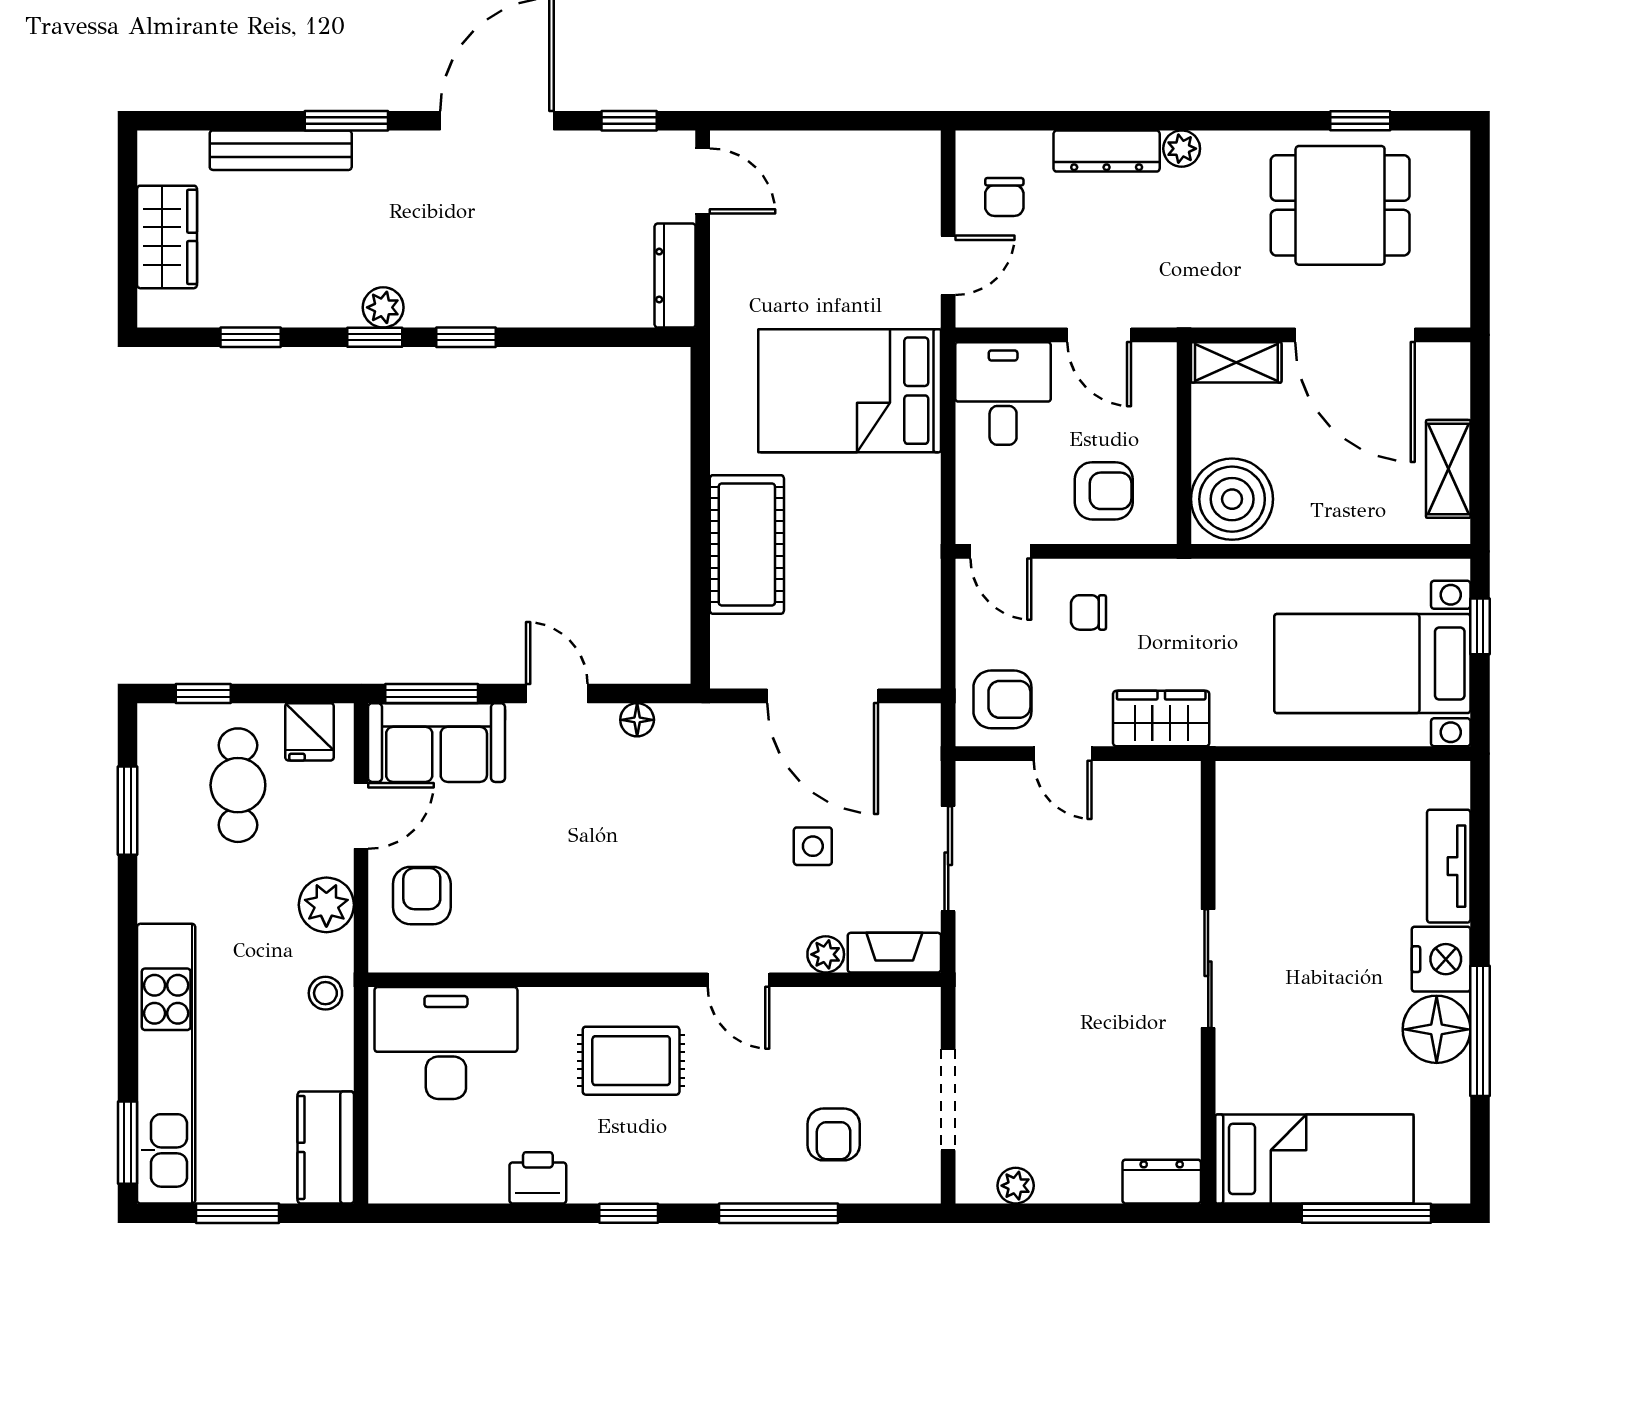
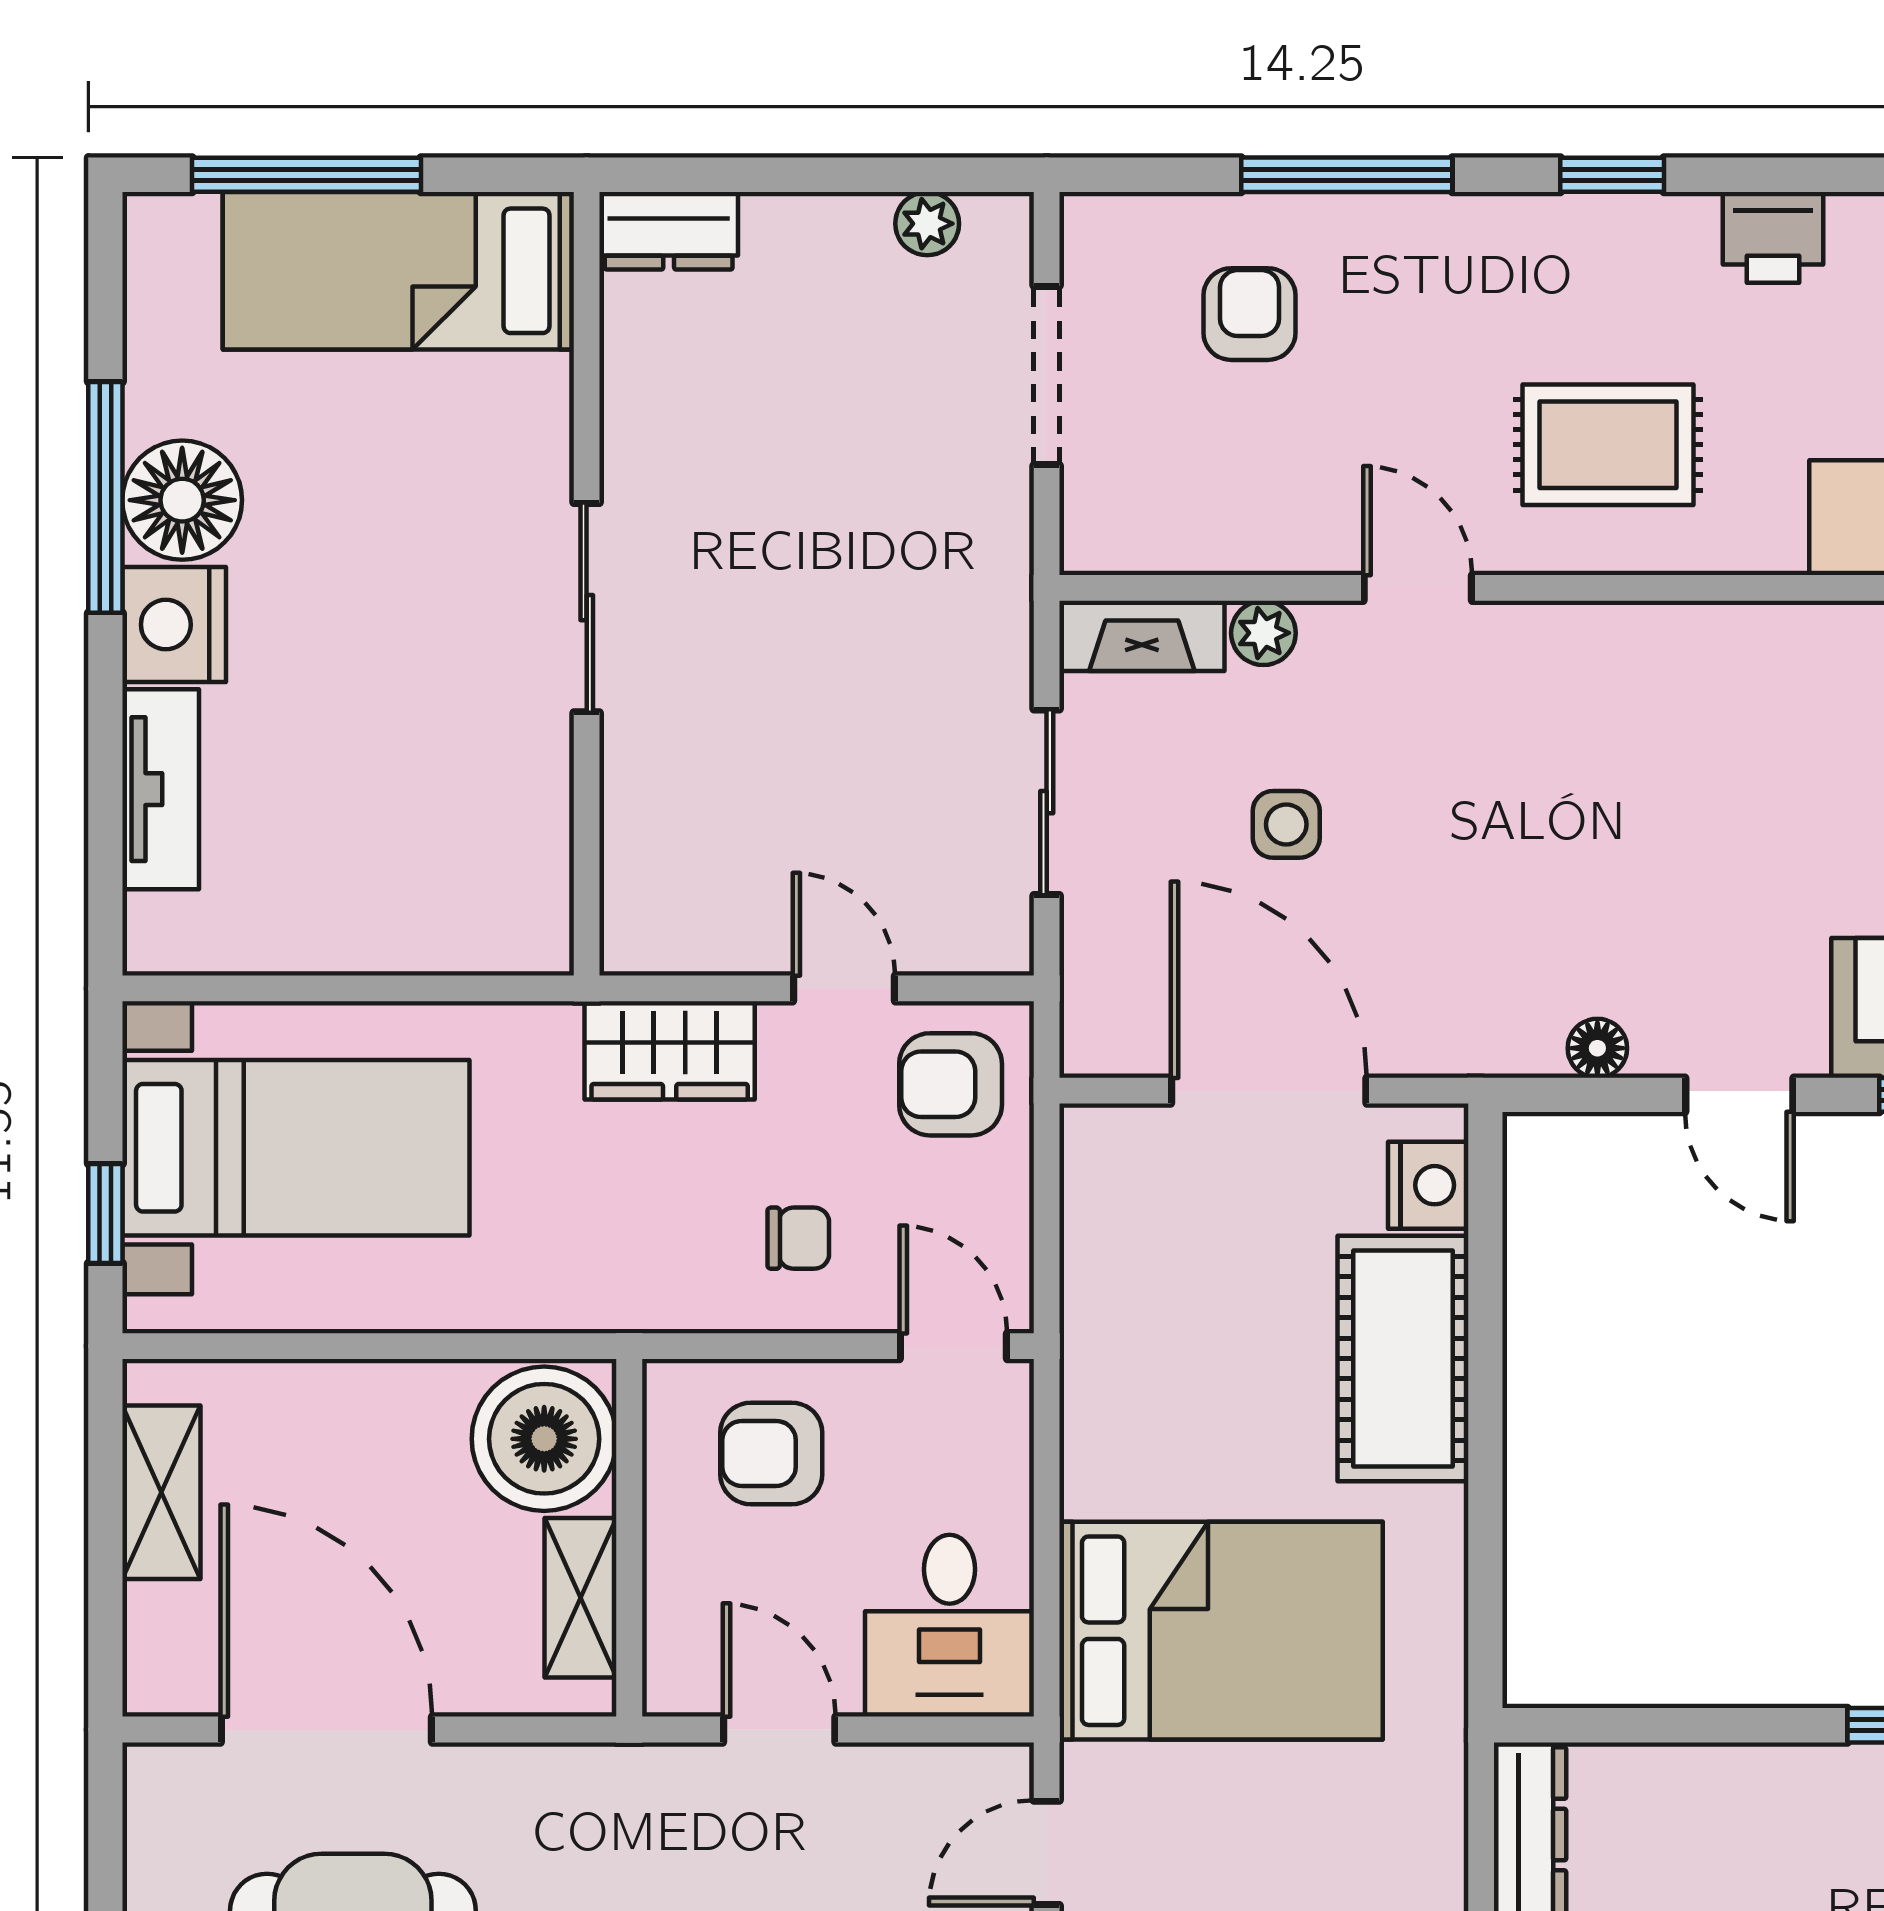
shelving: (1236, 362) -> (581, 1598), moved, turned 90
nightstand: (733, 642) -> (1428, 1185), added

